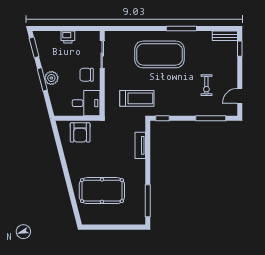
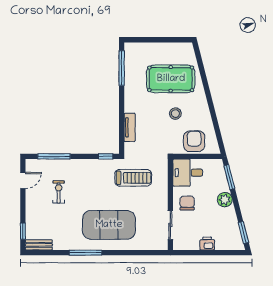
chair: (87, 75) -> (187, 203), turned -90
window: (42, 79) -> (229, 177), moved
treadmill: (137, 98) -> (133, 178), turned 180
stool: (98, 158) -> (175, 114), added

